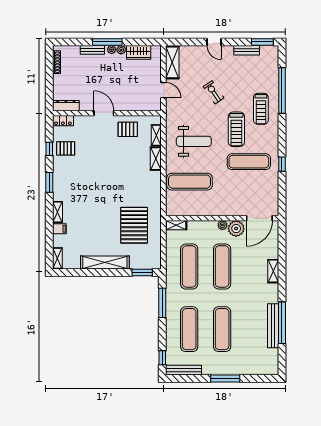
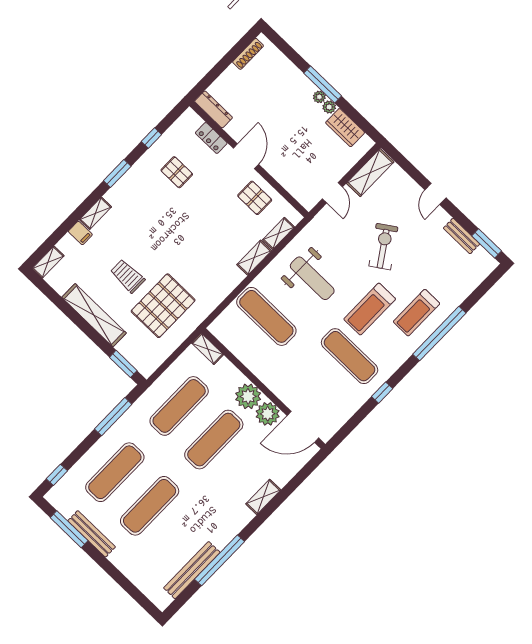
bench: (92, 50) -> (299, 78), removed
window: (282, 90) -> (439, 334), moved
exercise bike: (214, 92) -> (383, 247), width x1.38, depth x1.39
locker: (63, 121) -> (211, 138), moved
pallet: (66, 148) -> (177, 172), moved
plant: (222, 225) -> (248, 396), width x1.88, depth x1.88
trolley: (103, 227) -> (128, 276), added
bench: (273, 326) -> (192, 570), moved
bench: (183, 370) -> (92, 534), moved
window: (225, 379) -> (69, 529), moved

